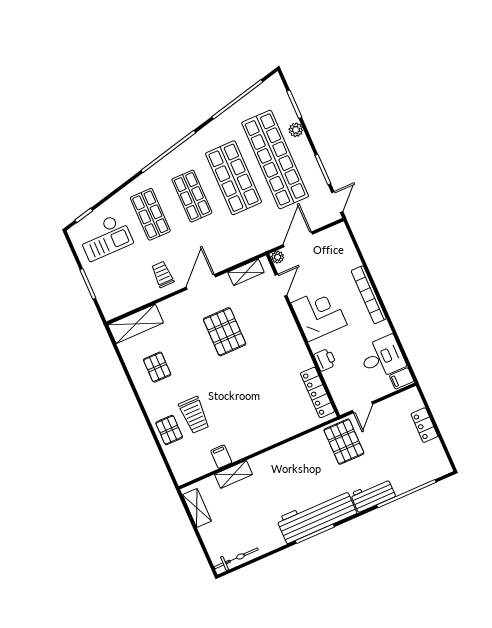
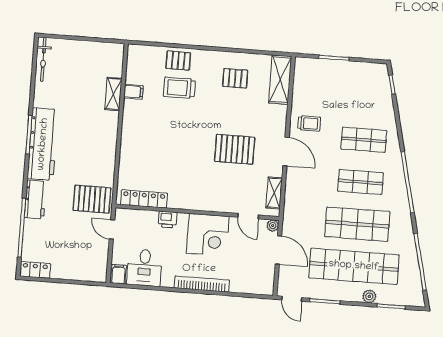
checkout: (105, 237) -> (365, 93), removed
locker: (424, 425) -> (35, 270), moved
shelving: (197, 508) -> (102, 49), removed

